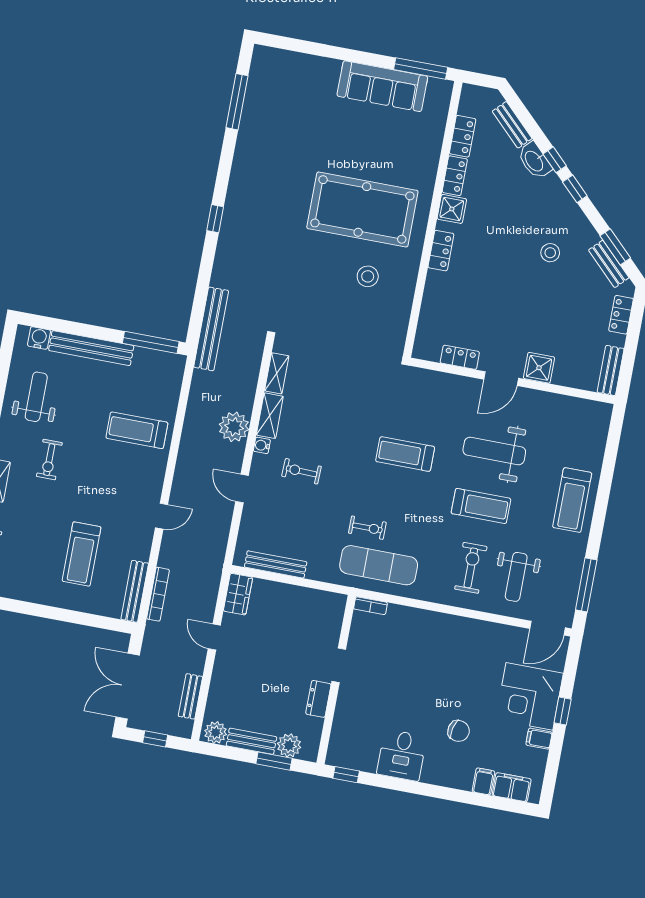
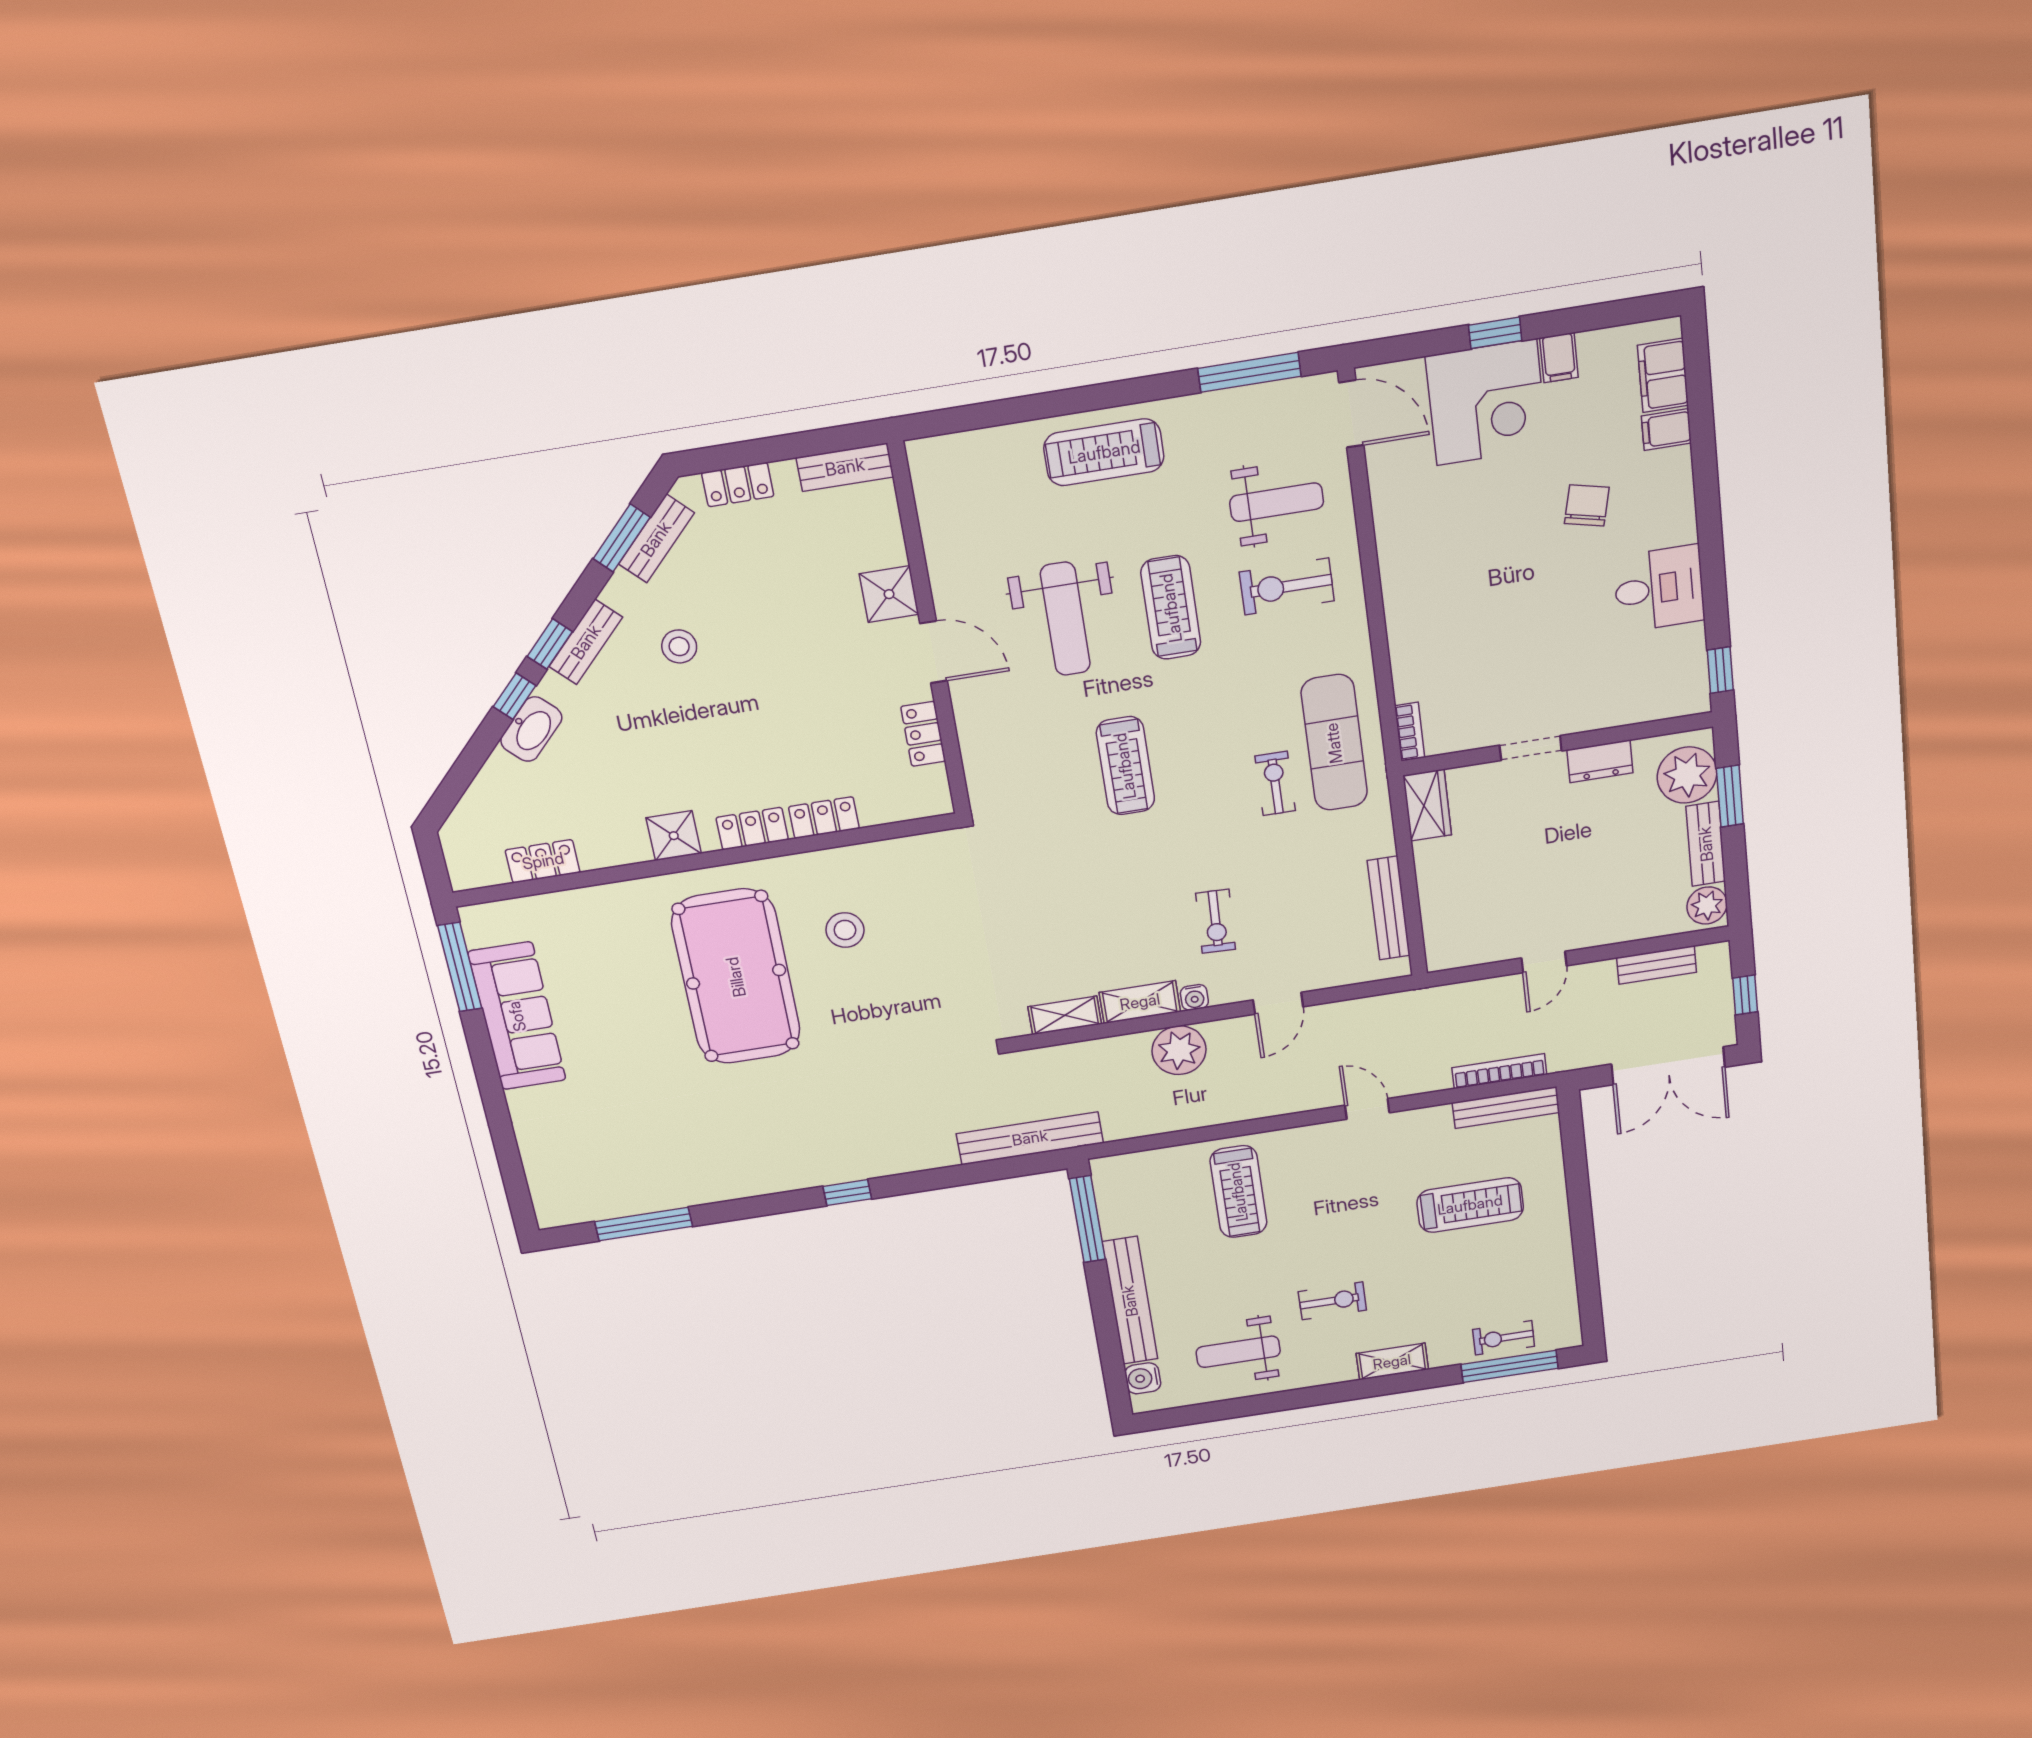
bench: (512, 125) -> (586, 642), moved
locker: (455, 176) -> (824, 818), moved
treadmill: (572, 500) -> (1104, 452), turned 180
wardrobe: (238, 594) -> (1427, 805), moved, turned 90
plant: (289, 745) -> (1687, 775), width x1.36, depth x1.36

